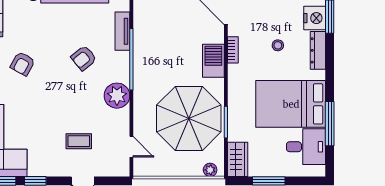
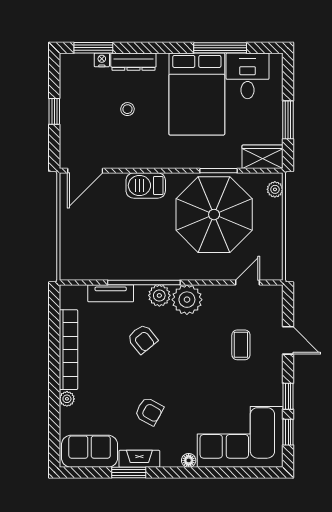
nightstand: (315, 18) -> (102, 60), width x0.53, depth x0.56
bookcase: (233, 50) -> (133, 162), removed
plant: (120, 72) -> (159, 295), added

